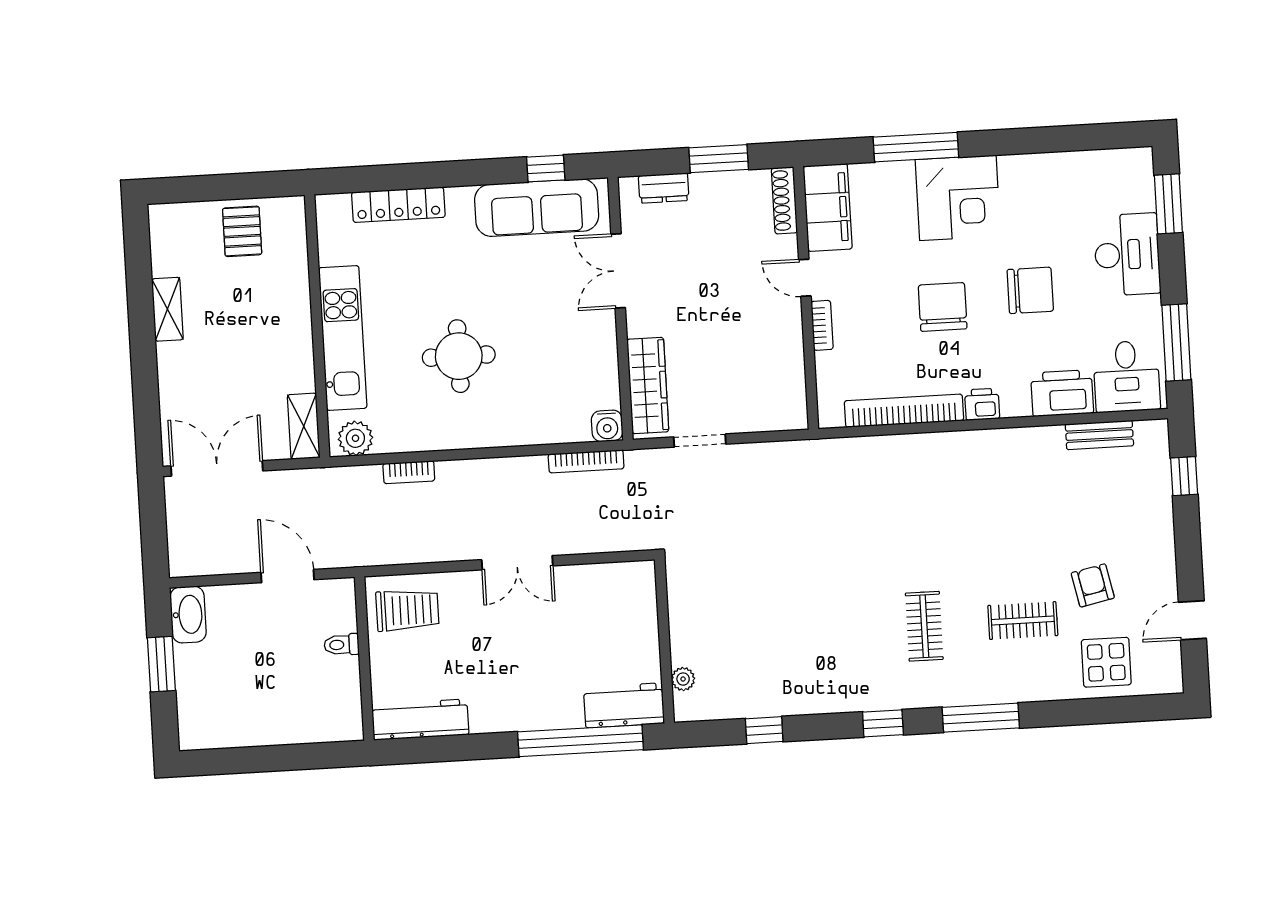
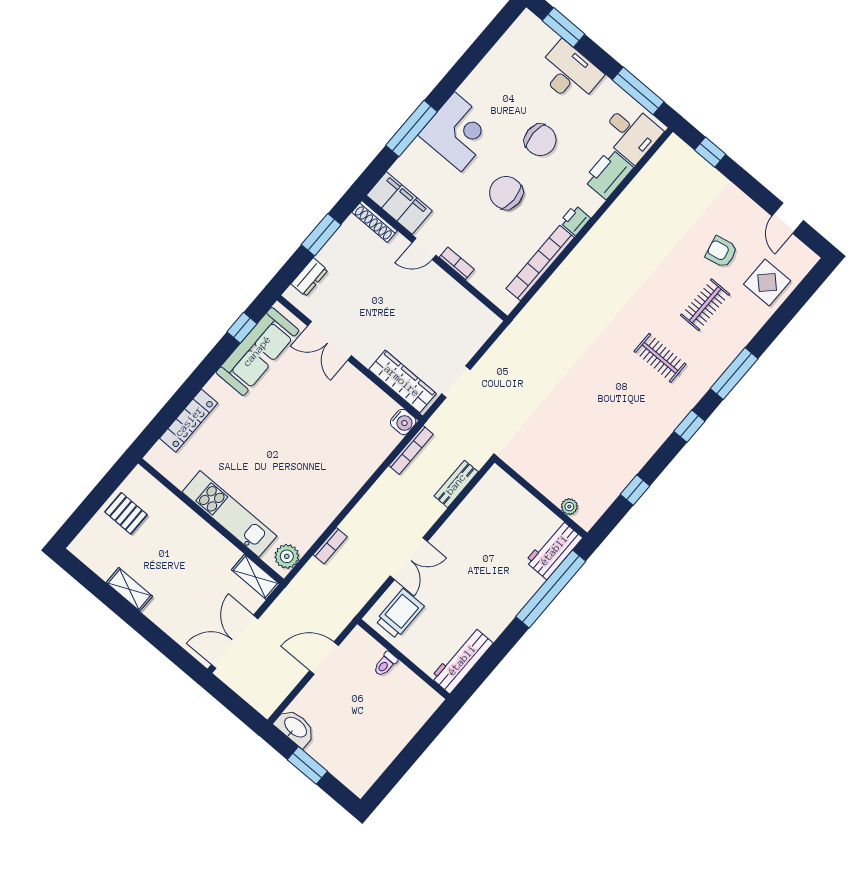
chair: (1030, 290) -> (540, 140), turned 90
round table: (459, 356) -> (295, 464), removed
bench: (1099, 435) -> (456, 484), moved
double door: (517, 563) -> (409, 559), moved

